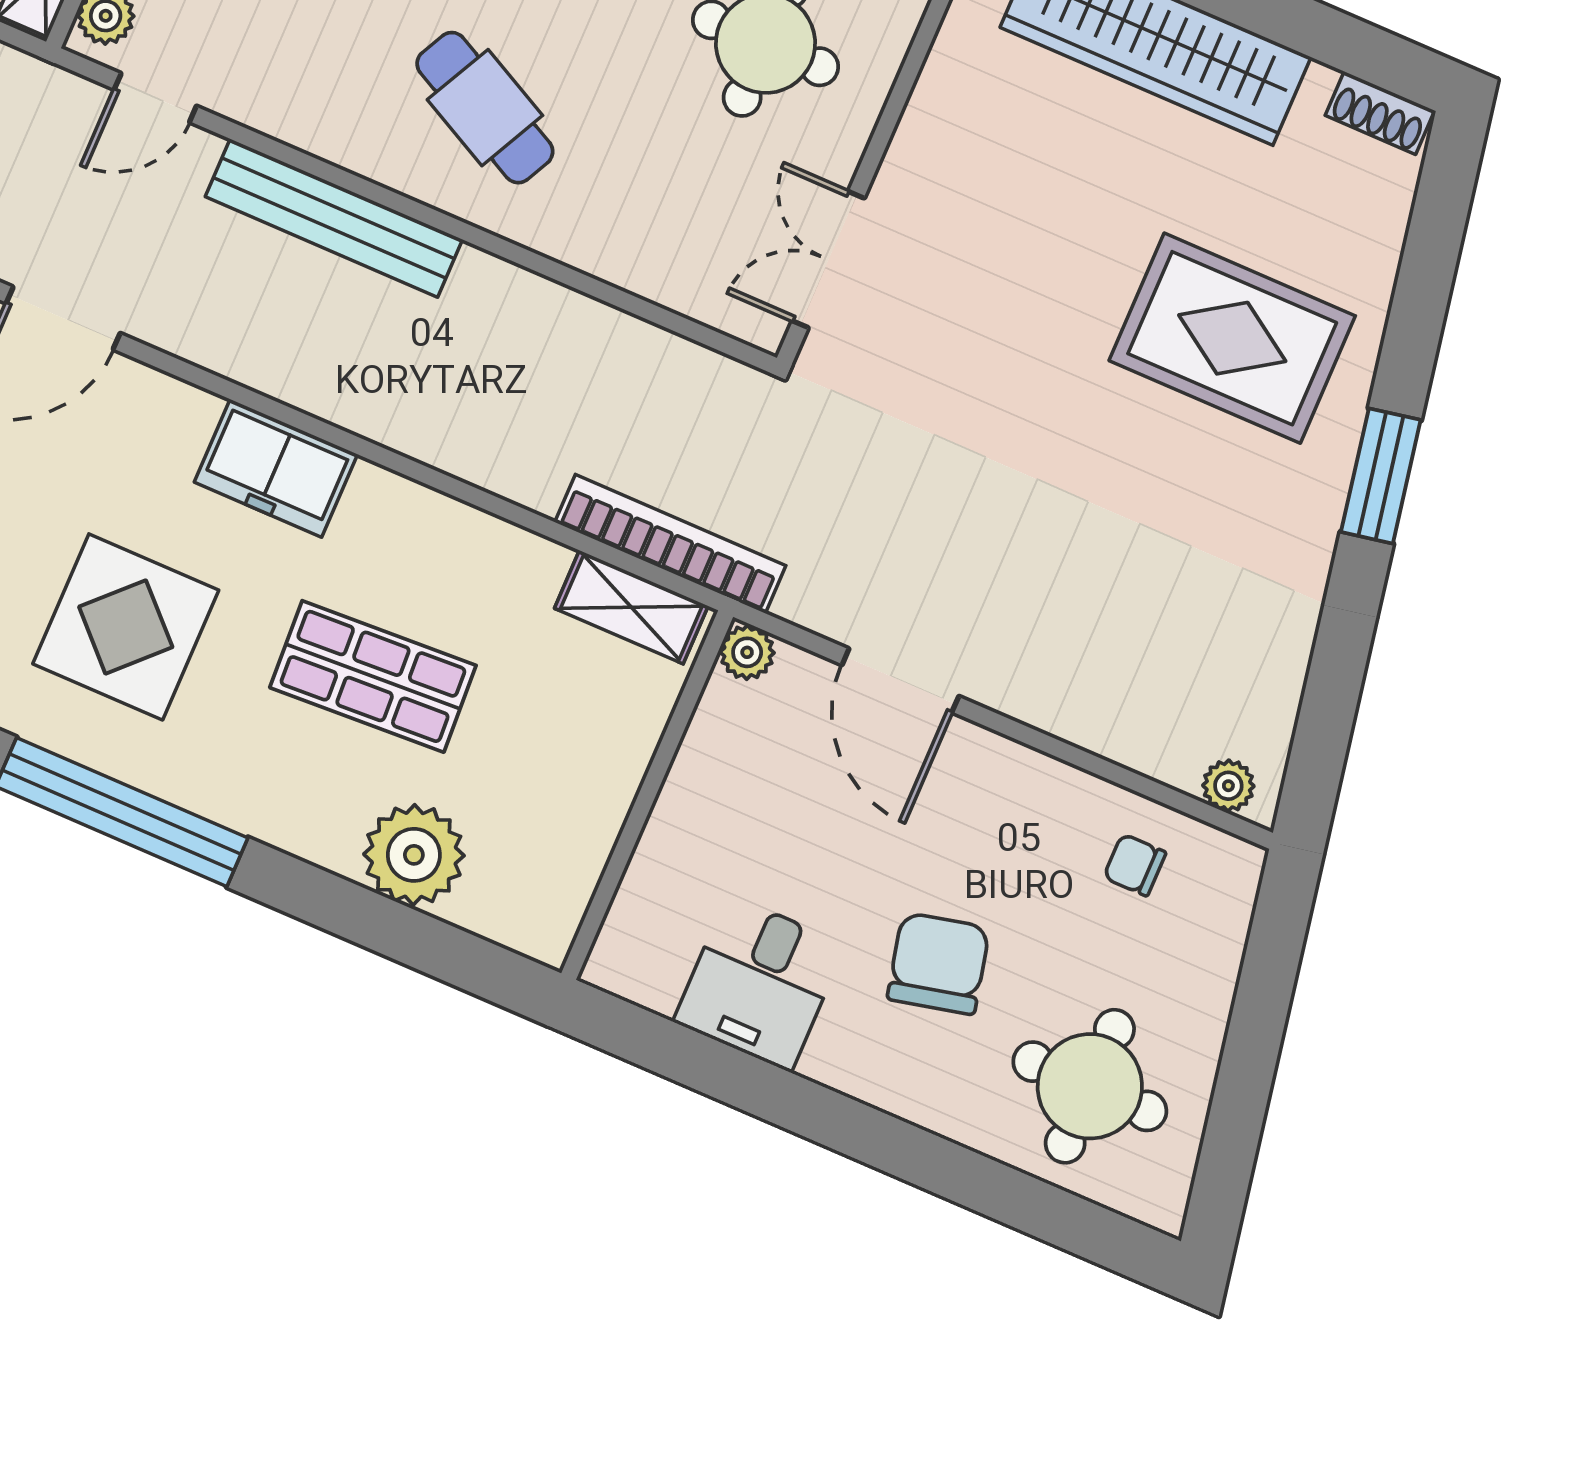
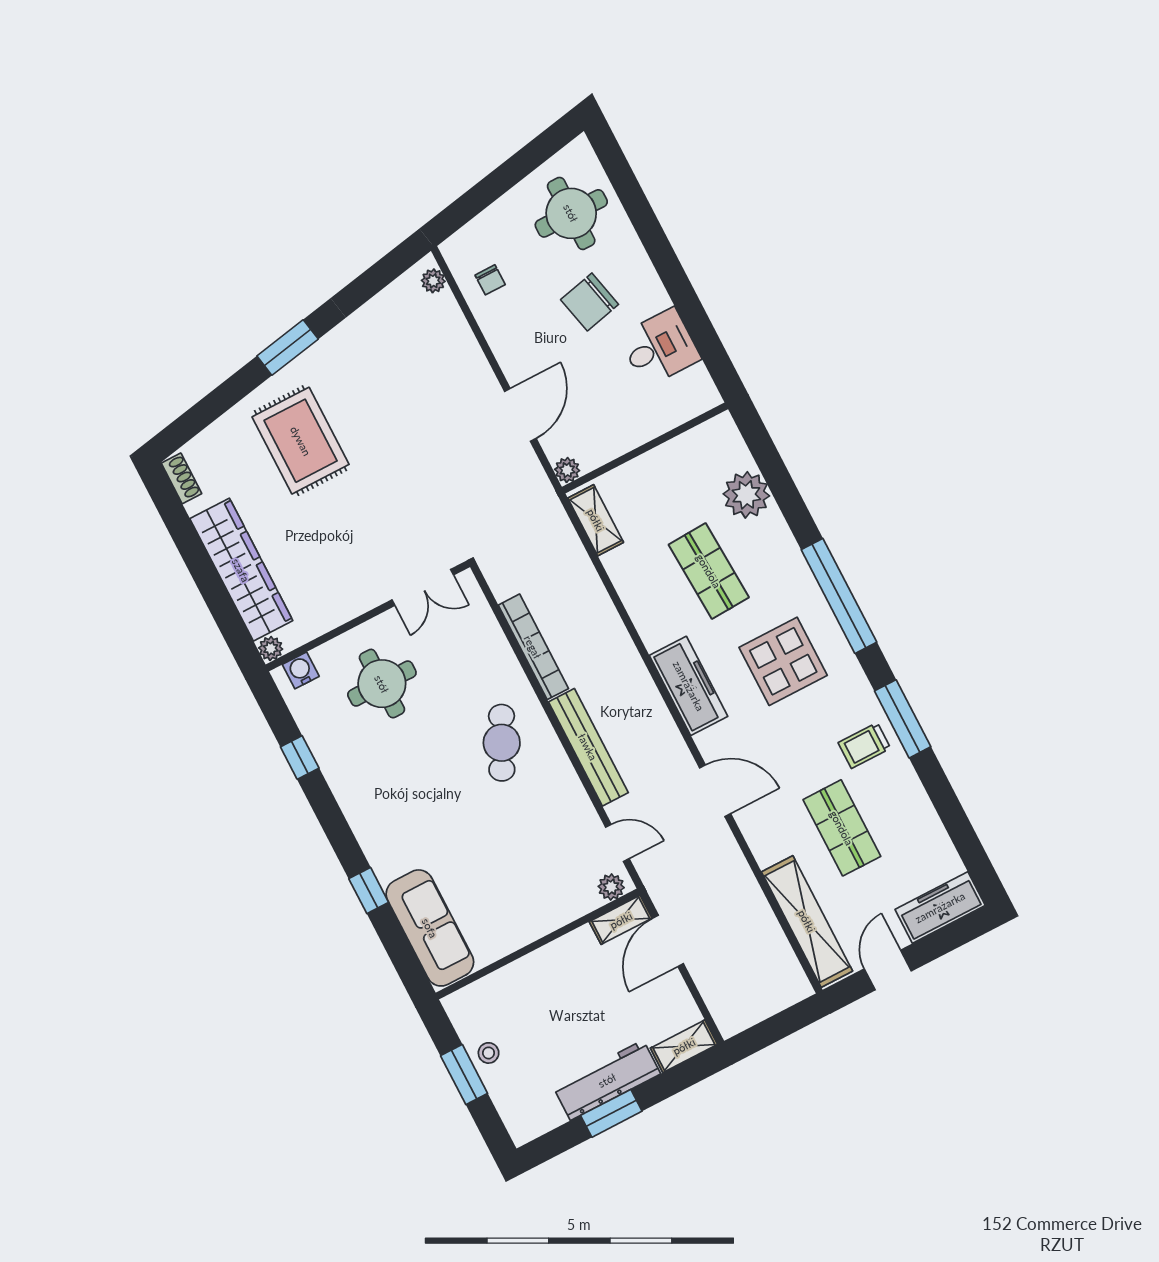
freezer: (276, 468) -> (689, 686), width x1.40
bookcase: (670, 544) -> (533, 647), moved, turned 180

